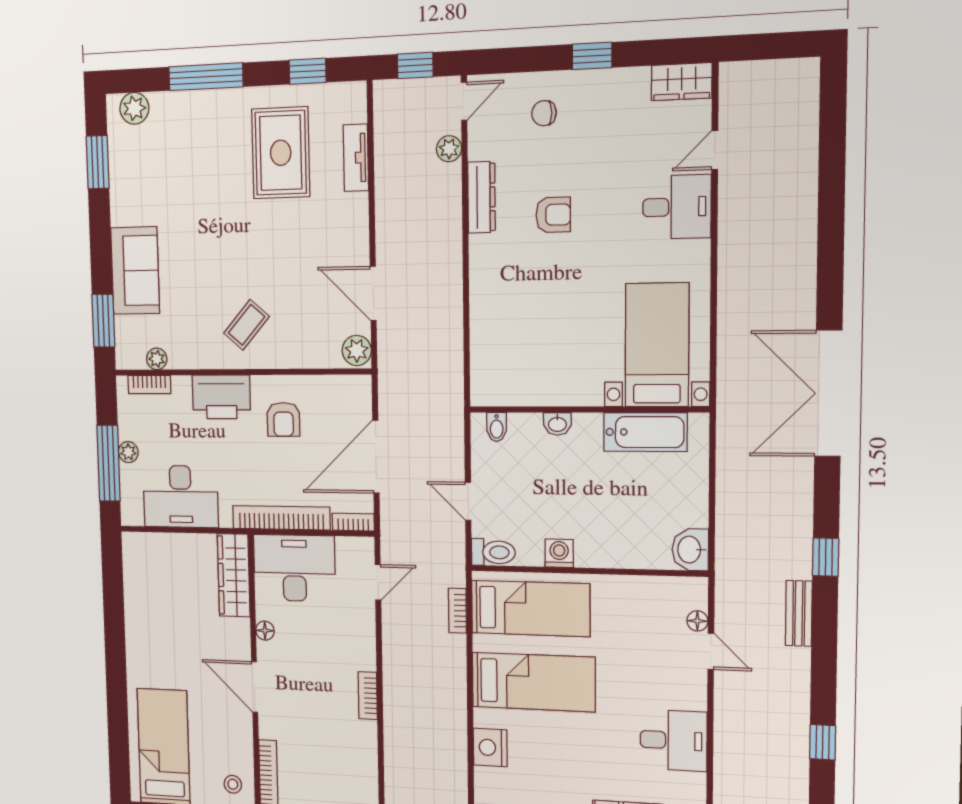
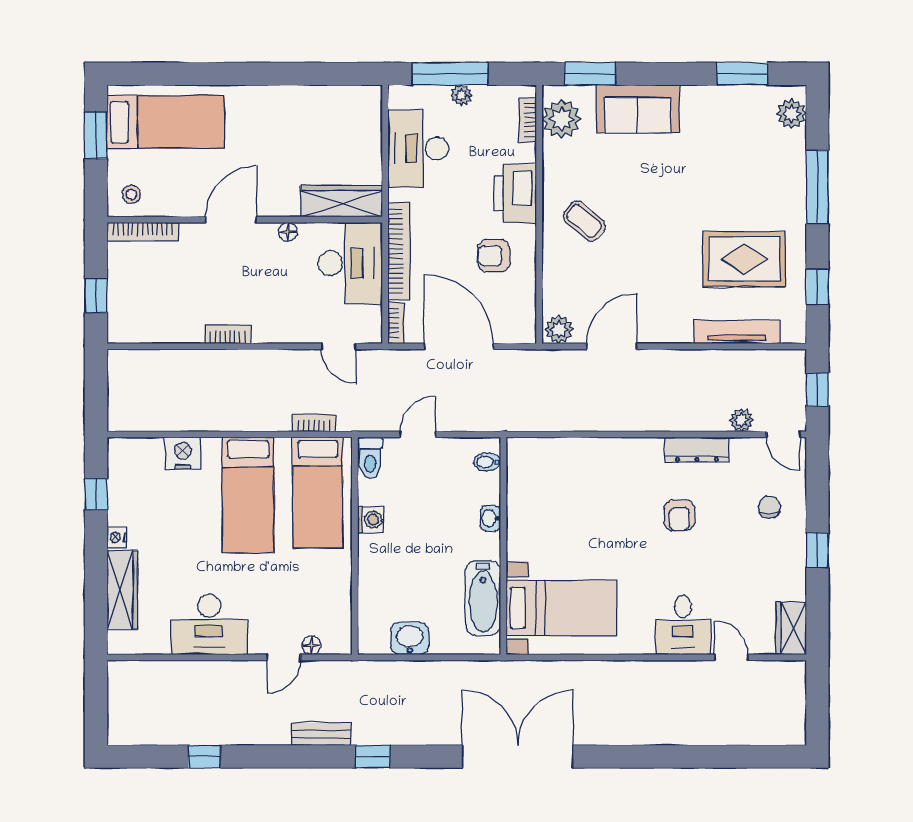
tv unit: (356, 158) -> (737, 332), width x1.41
plant: (157, 359) -> (562, 119), width x1.87, depth x1.87
washbasin: (690, 550) -> (410, 638), moved
desk: (674, 740) -> (209, 624), width x1.37

